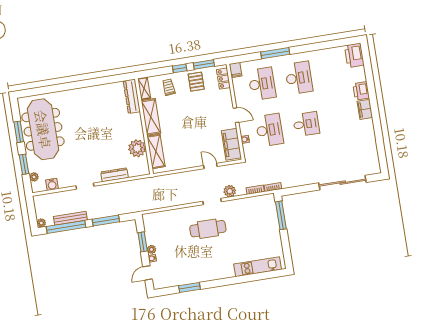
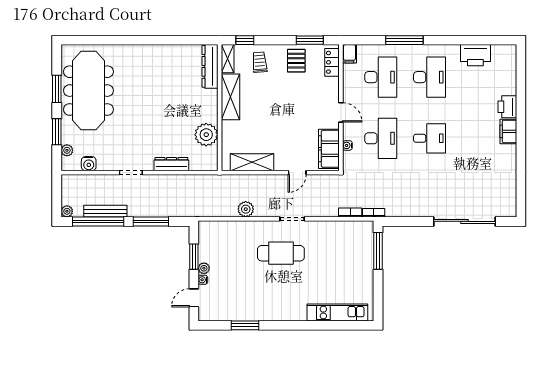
printer: (354, 55) -> (475, 55), moved, turned -90
window: (180, 68) -> (245, 40), moved
shelving: (156, 151) -> (252, 162), moved, turned 90
door: (210, 166) -> (297, 173), swing flipped
plant: (230, 191) -> (246, 209), moved

